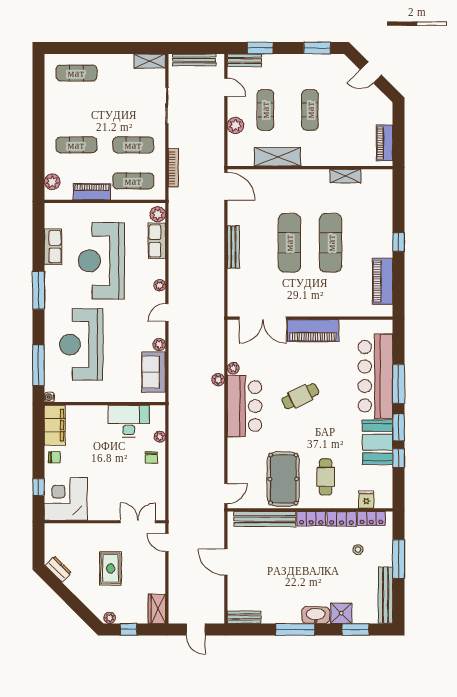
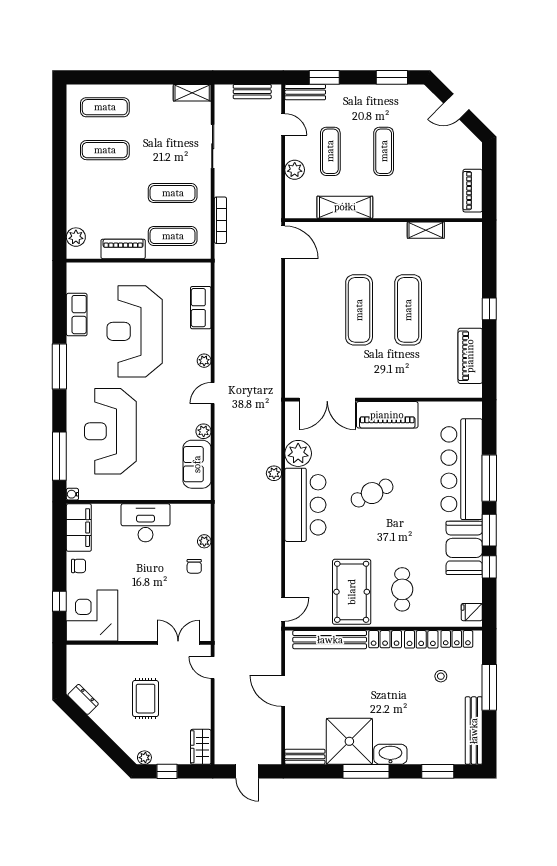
bench: (194, 60) -> (252, 92), width x0.73
exercise mat: (76, 145) -> (105, 150), moved
plant: (158, 214) -> (202, 276), removed
bench: (233, 247) -> (292, 315), removed
plant: (233, 368) -> (298, 453), width x1.88, depth x1.88
desk: (129, 421) -> (146, 523), moved
fridge: (366, 500) -> (472, 612), moved, turned -90
shower: (341, 613) -> (349, 741), moved, width x1.86, depth x1.86

